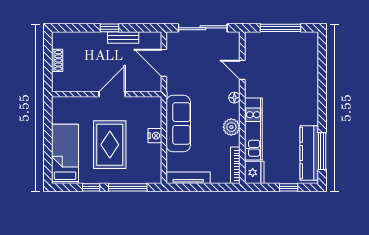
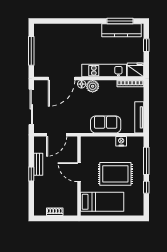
door: (242, 70) -> (62, 78), width x1.87
sofa: (178, 124) -> (106, 125), width x0.73
plant: (231, 127) -> (93, 86), moved
nightstand: (155, 136) -> (121, 141), moved
bed: (65, 154) -> (102, 202), moved, turned 180

